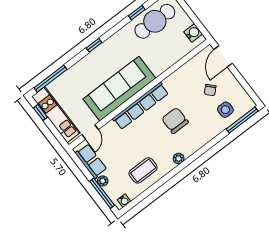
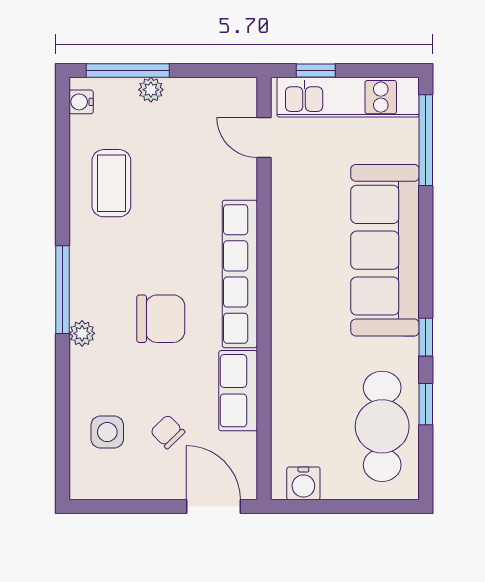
window: (94, 45) -> (426, 337), moved
sofa: (119, 89) -> (385, 250), moved, turned 180
window: (40, 112) -> (316, 70), moved
window: (242, 120) -> (62, 290), moved
plant: (179, 158) -> (82, 333), moved
row of seats: (91, 161) -> (238, 391), moved, turned 90

